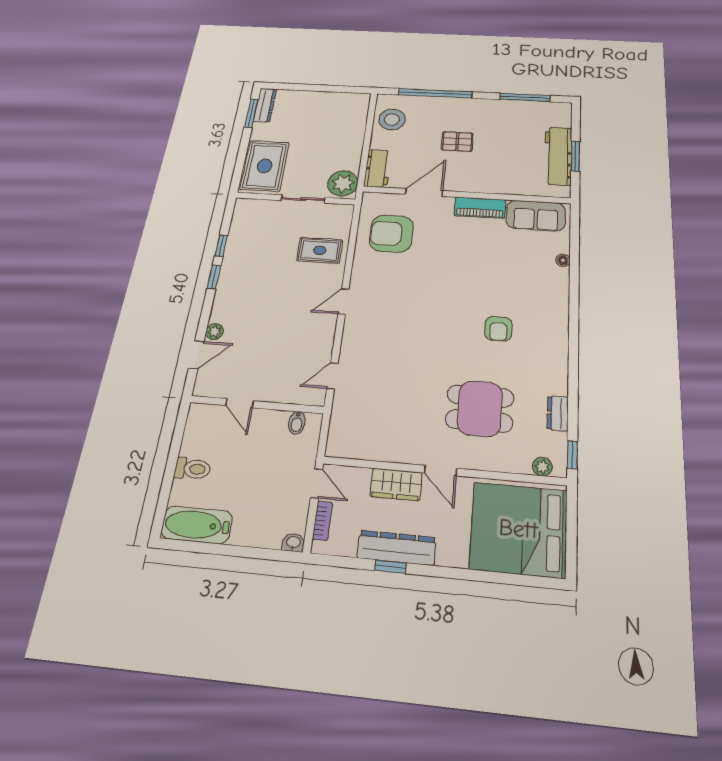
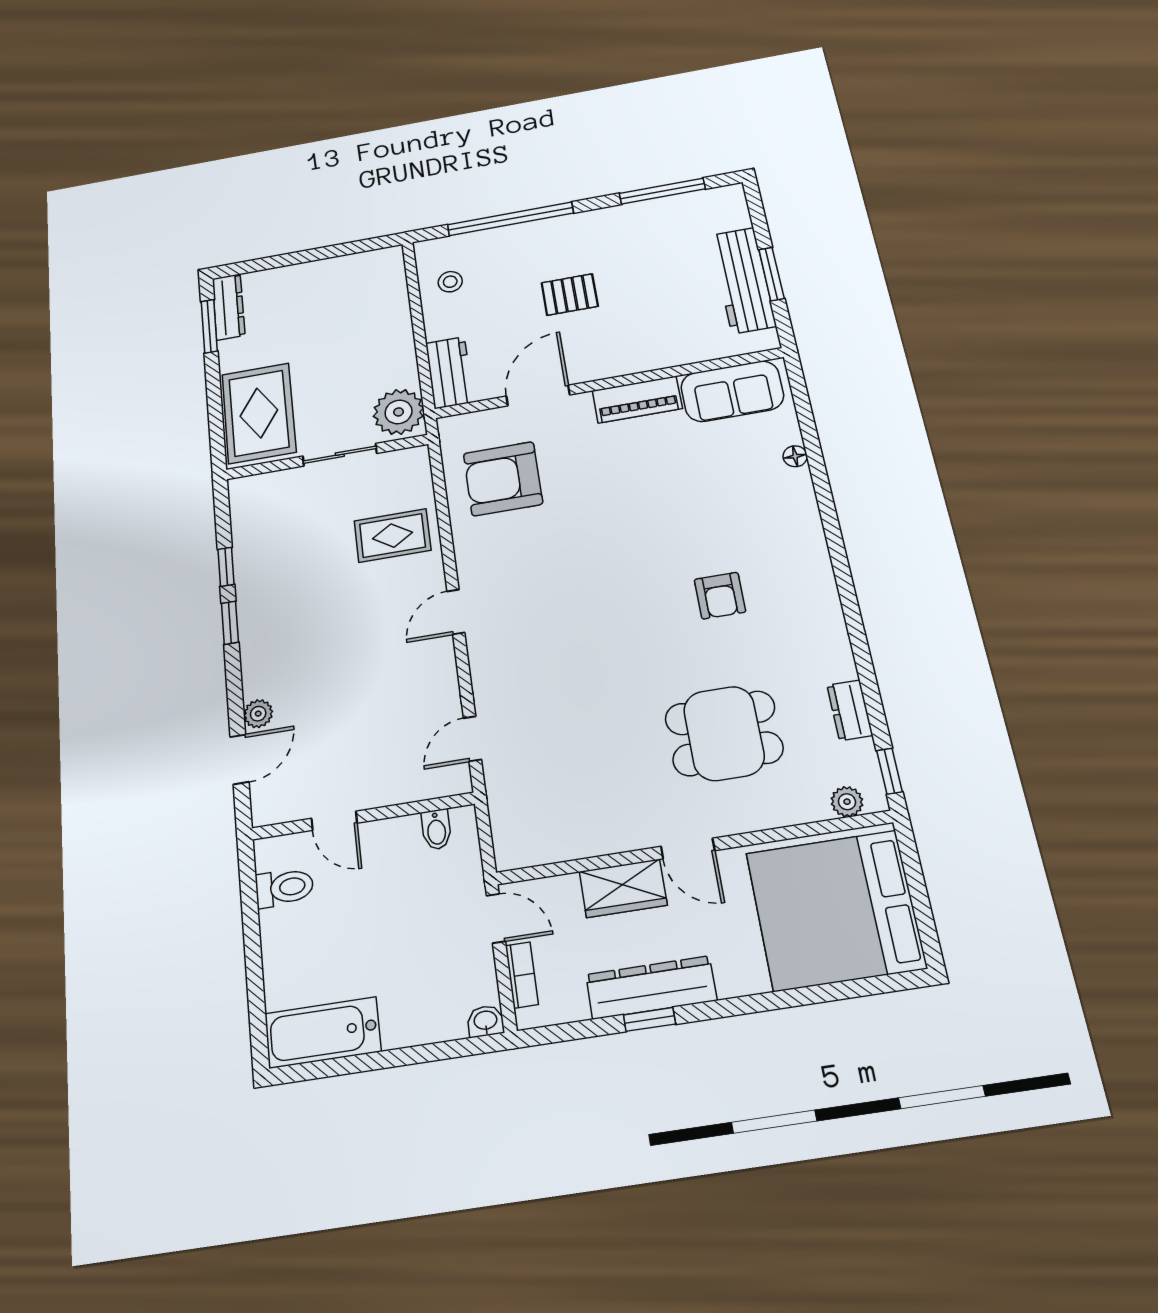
stool: (392, 119) -> (450, 282), width x0.53, depth x0.53
toilet: (192, 469) -> (284, 888), moved

